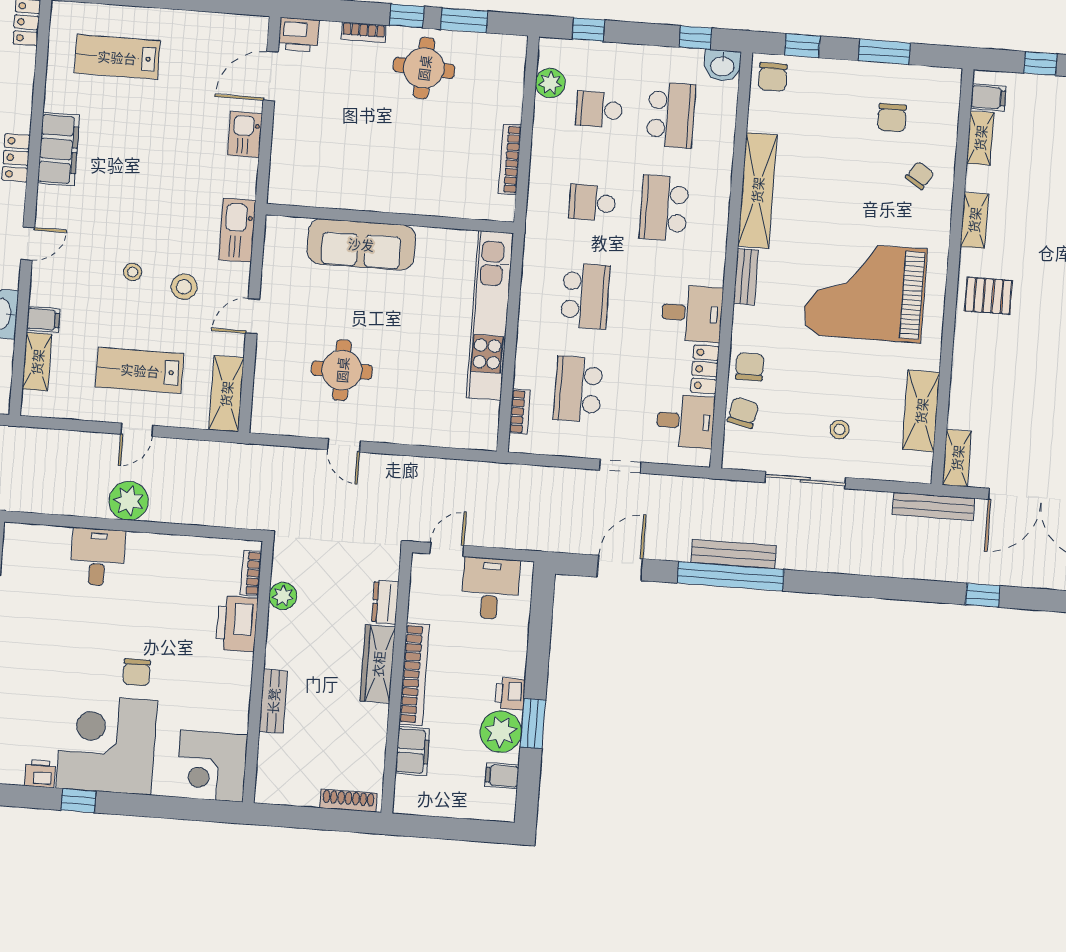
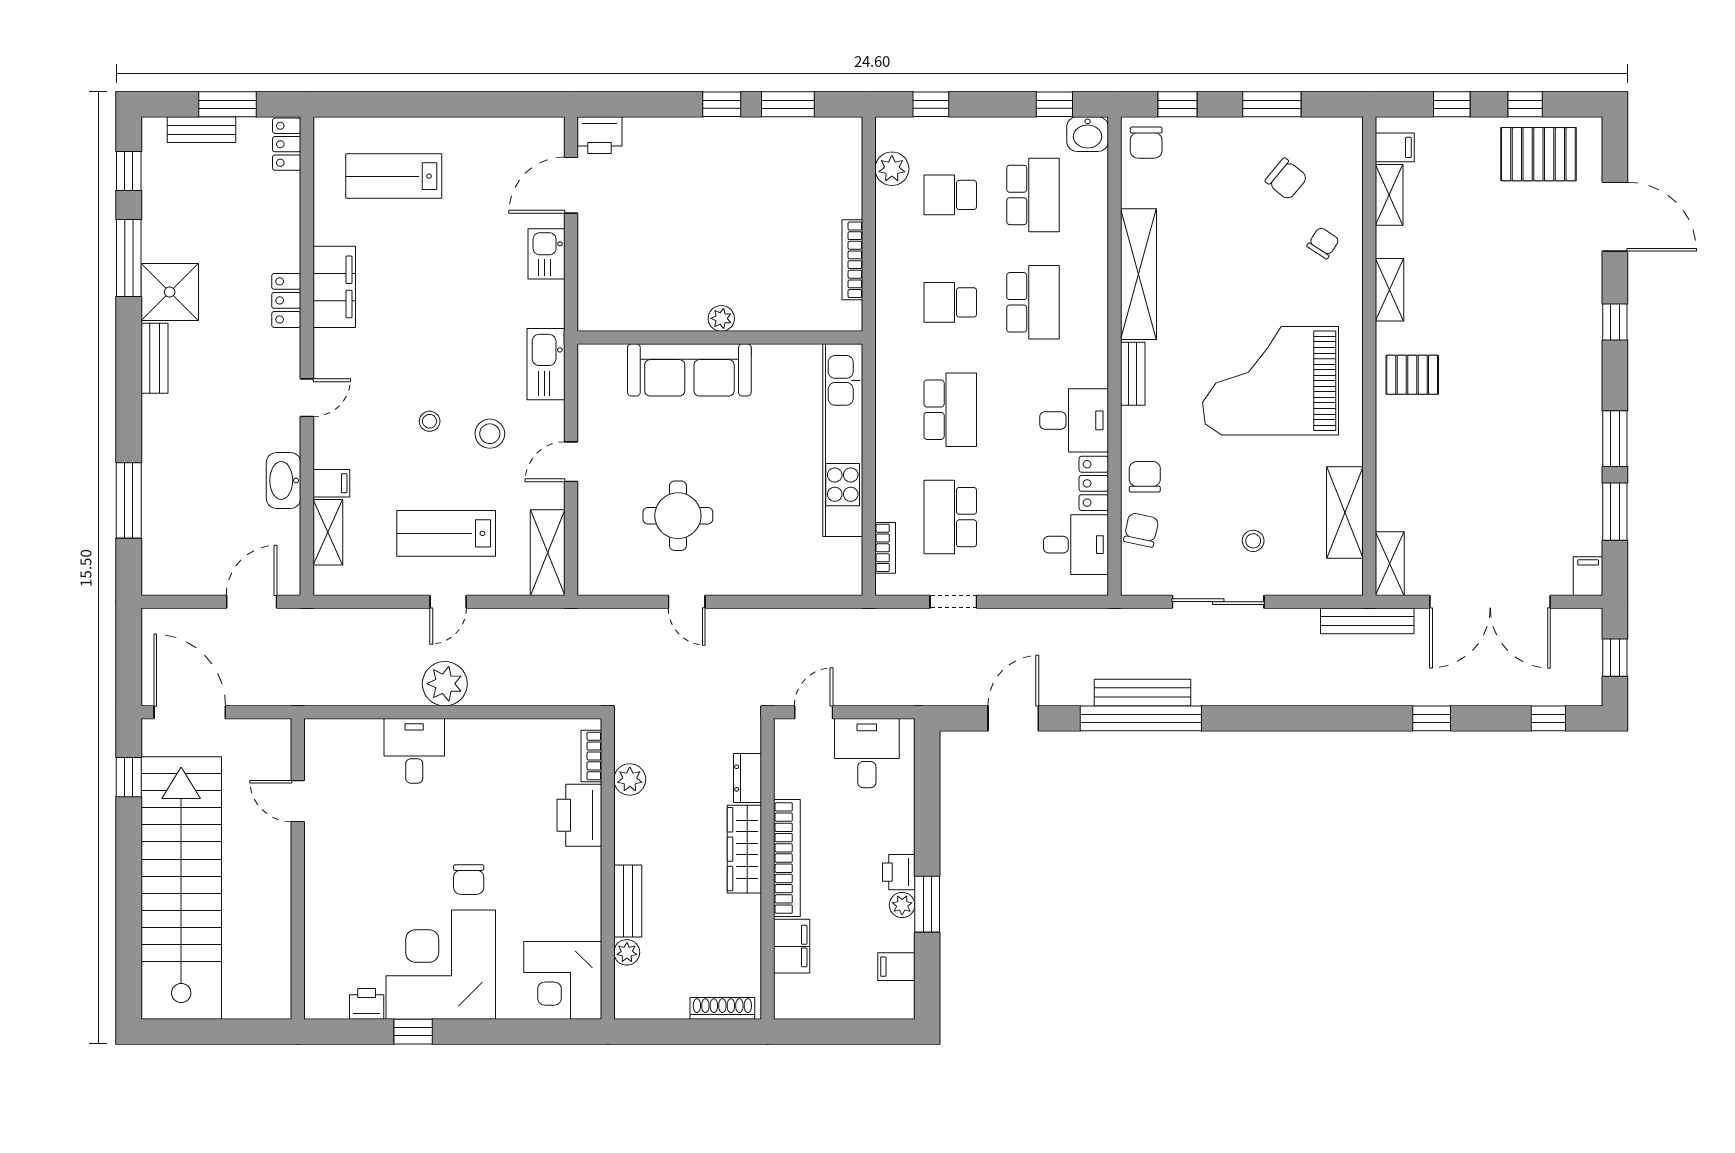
bookcase: (363, 32) -> (674, 127), removed
round table: (424, 68) -> (746, 162), removed
chair: (892, 118) -> (1286, 179), turned -50
plant: (392, 202) -> (721, 318), added
school desk: (664, 208) -> (1033, 302), turned 180
doorway: (620, 466) -> (953, 602), moved
plant: (501, 732) -> (902, 905), width x0.53, depth x0.53
plant: (269, 746) -> (627, 952), added

